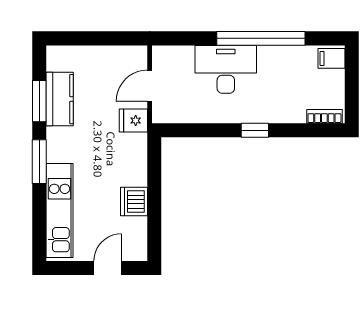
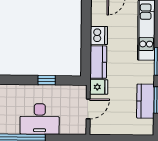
window: (255, 130) -> (47, 80), moved
kitchen counter: (134, 160) -> (98, 62), added

